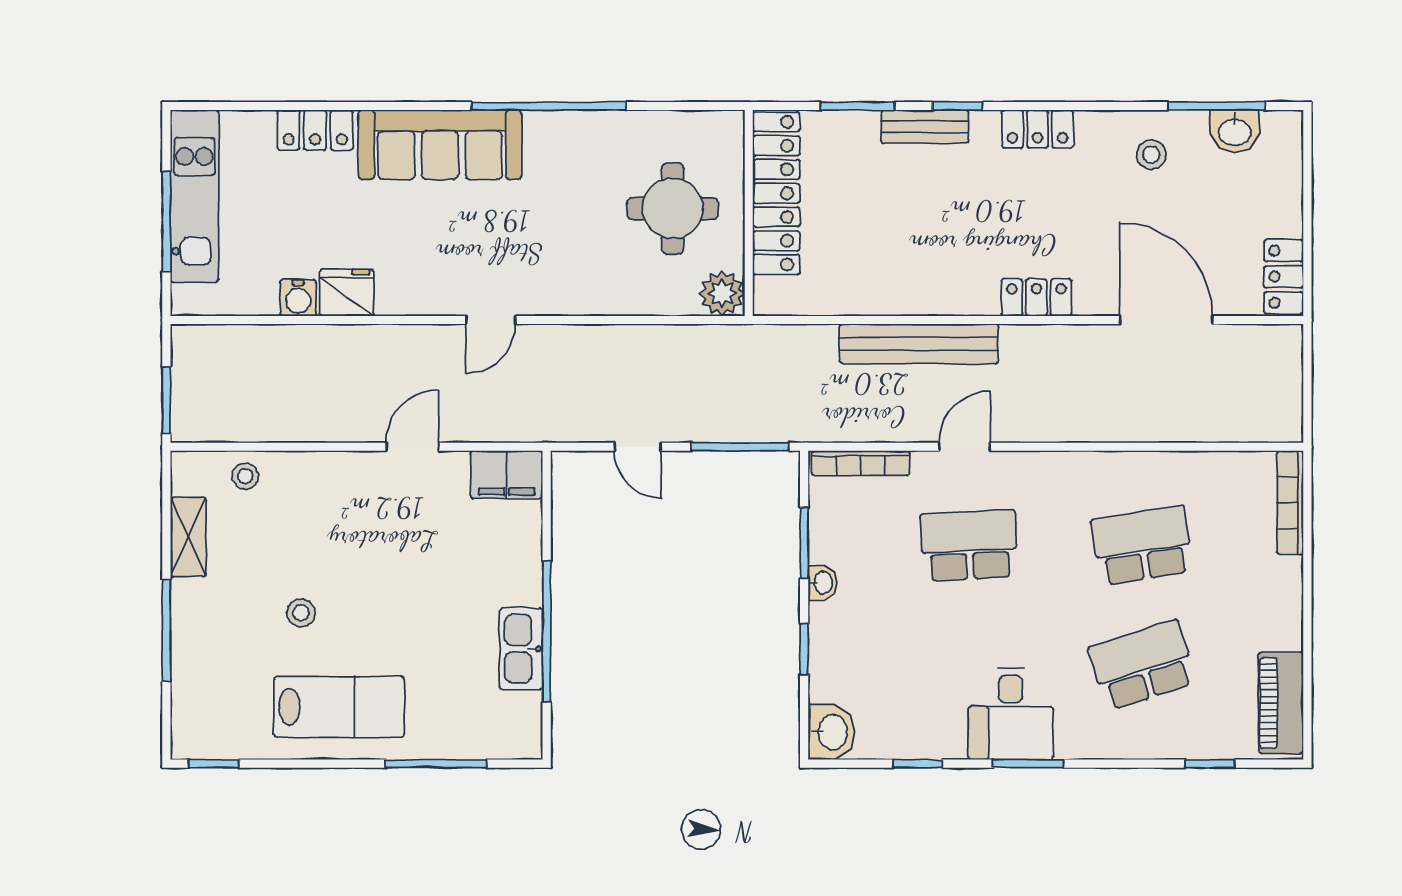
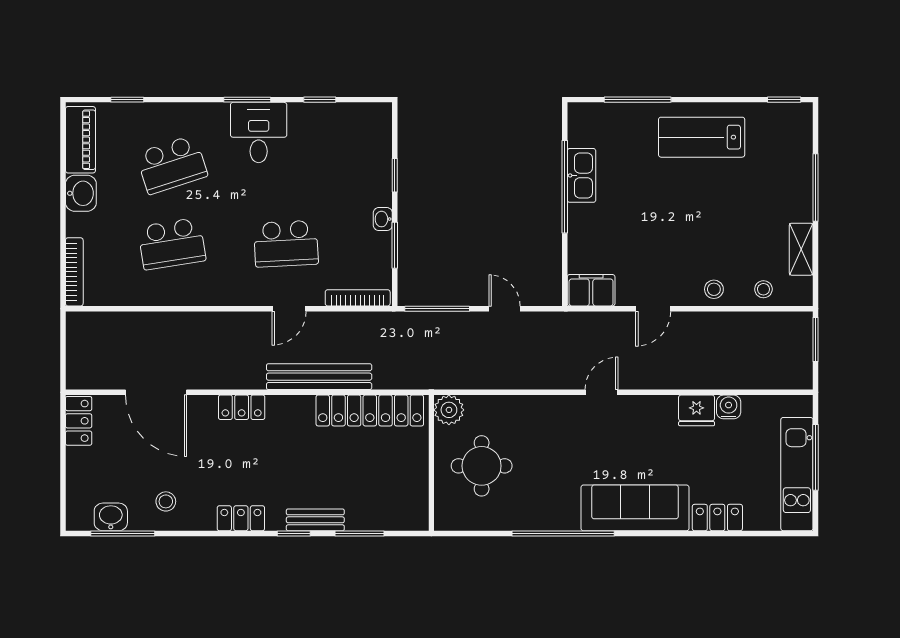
locker: (776, 193) -> (370, 410), moved, turned -90
stool: (301, 613) -> (714, 289), moved
washbasin: (831, 732) -> (81, 193), moved, turned 180

